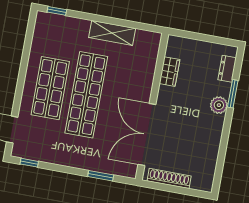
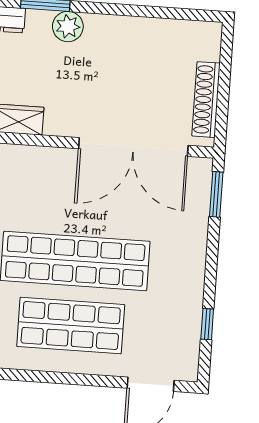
window: (29, 163) -> (207, 324), moved
window: (101, 176) -> (216, 194), moved

